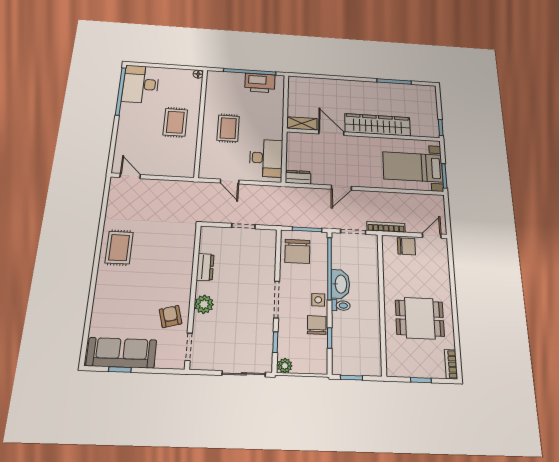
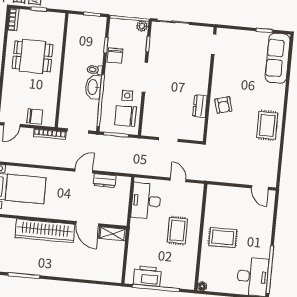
rug: (175, 122) -> (223, 237), turned 90
dresser: (298, 177) -> (105, 181), moved
chair: (406, 246) -> (35, 116), turned 180
chair: (297, 251) -> (126, 116), turned -90
side table: (318, 300) -> (127, 96), moved
plant: (204, 304) -> (202, 76), removed
armchair: (171, 316) -> (223, 105), moved
sofa: (121, 353) -> (278, 58), moved, turned 90

